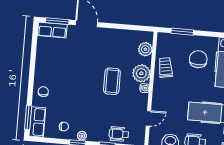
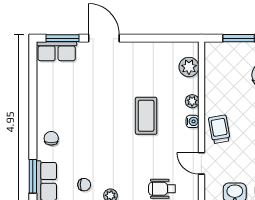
trolley: (165, 68) -> (219, 129), moved
plant: (141, 73) -> (192, 101), width x0.53, depth x0.53
door: (148, 118) -> (201, 163), swing flipped

